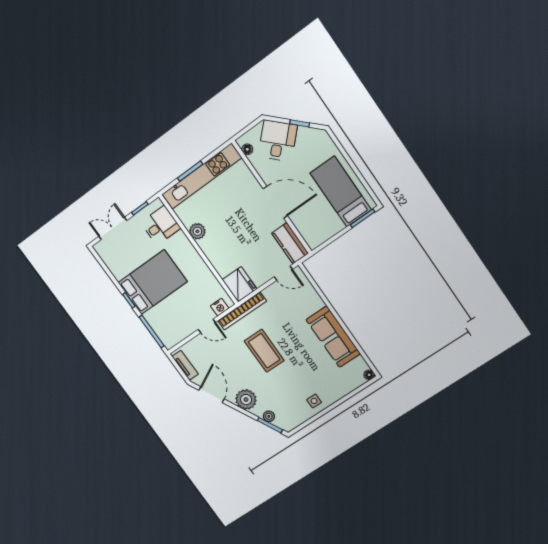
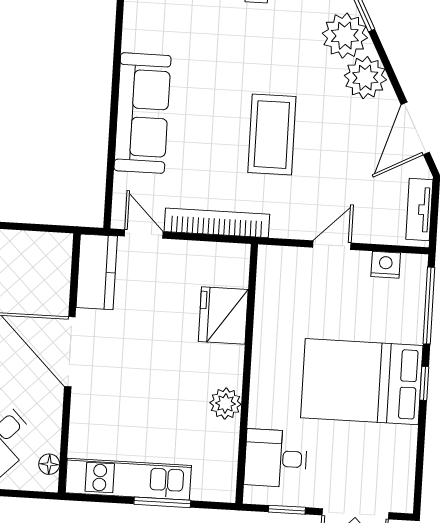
kitchen unit: (202, 176) -> (128, 479), width x0.73
fridge: (240, 284) -> (223, 315), moved
nightstand: (220, 307) -> (386, 265), moved
bookcase: (242, 311) -> (217, 223), moved
door: (207, 326) -> (332, 245), hinge flipped
sofa: (333, 337) -> (142, 113), moved
plant: (269, 416) -> (345, 36), width x1.88, depth x1.88

